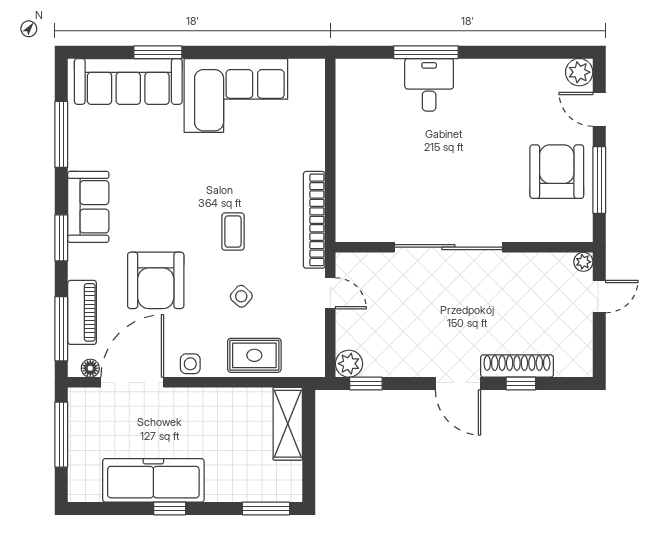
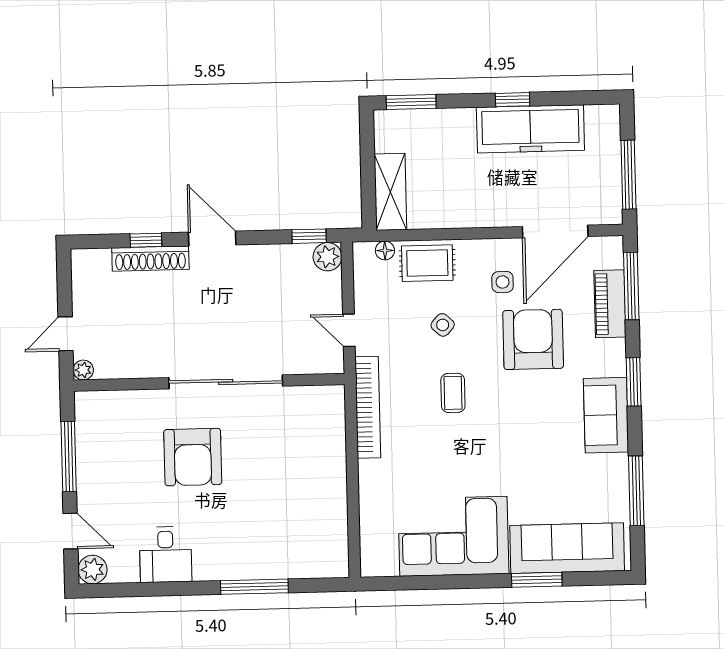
desk: (429, 85) -> (166, 554), moved
armchair: (557, 172) -> (193, 457), moved
side table: (190, 364) -> (503, 282), moved
floor lamp: (90, 368) -> (385, 251), moved

